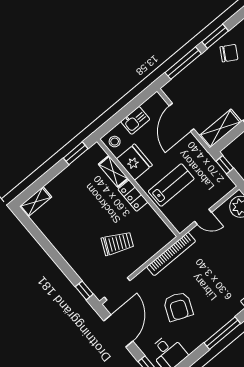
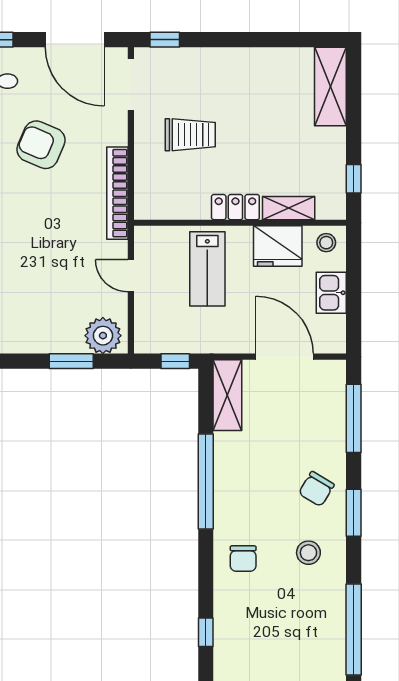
window: (215, 36) -> (354, 513), moved
window: (76, 153) -> (354, 179), width x0.67
shelving: (36, 202) -> (330, 86), width x1.50, depth x1.33
door: (203, 217) -> (131, 276), hinge flipped
trolley: (117, 243) -> (190, 135), turned -115

